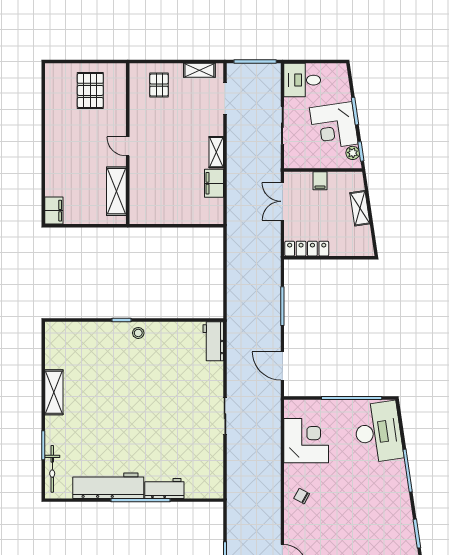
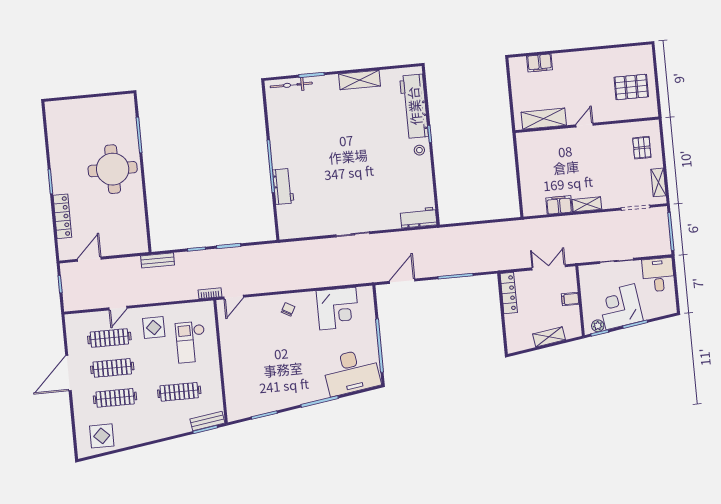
pallet: (159, 85) -> (642, 148), turned 90
filing cabinet: (54, 211) -> (540, 63), moved
workbench: (108, 486) -> (414, 106), moved, turned 180

